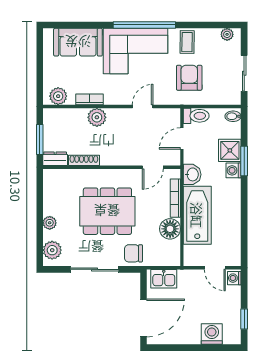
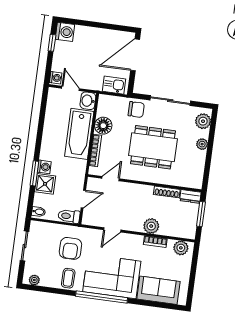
washbasin: (192, 174) -> (88, 101), moved
washing machine: (212, 334) -> (65, 32), moved, turned -90

